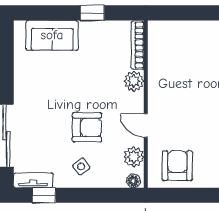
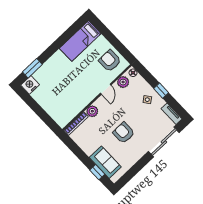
window: (92, 13) -> (97, 172), moved
armchair: (87, 127) -> (124, 133), moved
armchair: (177, 166) -> (110, 61), turned 90
window: (44, 195) -> (161, 91), moved

